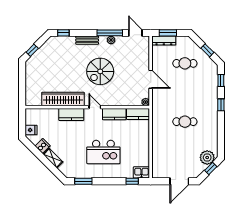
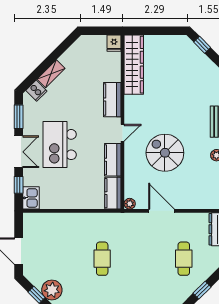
spiral stairs: (100, 71) -> (165, 153), moved
door: (151, 79) -> (162, 211), swing flipped
wardrobe: (63, 99) -> (134, 65), moved
fridge: (31, 130) -> (114, 43), moved
cooker: (42, 146) -> (36, 91), moved
double door: (109, 181) -> (19, 152), added

